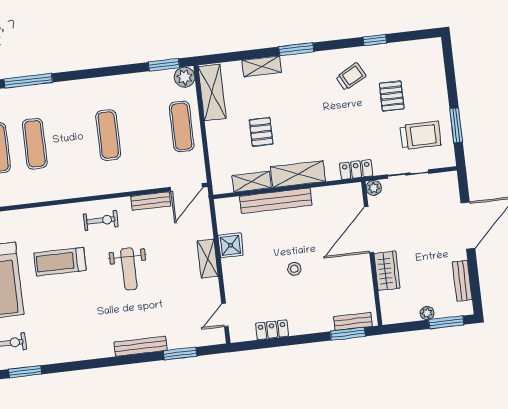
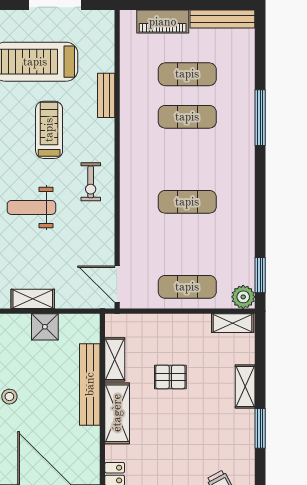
shelving: (212, 92) -> (233, 323), width x0.67, depth x0.75
bench: (151, 201) -> (106, 95), moved

